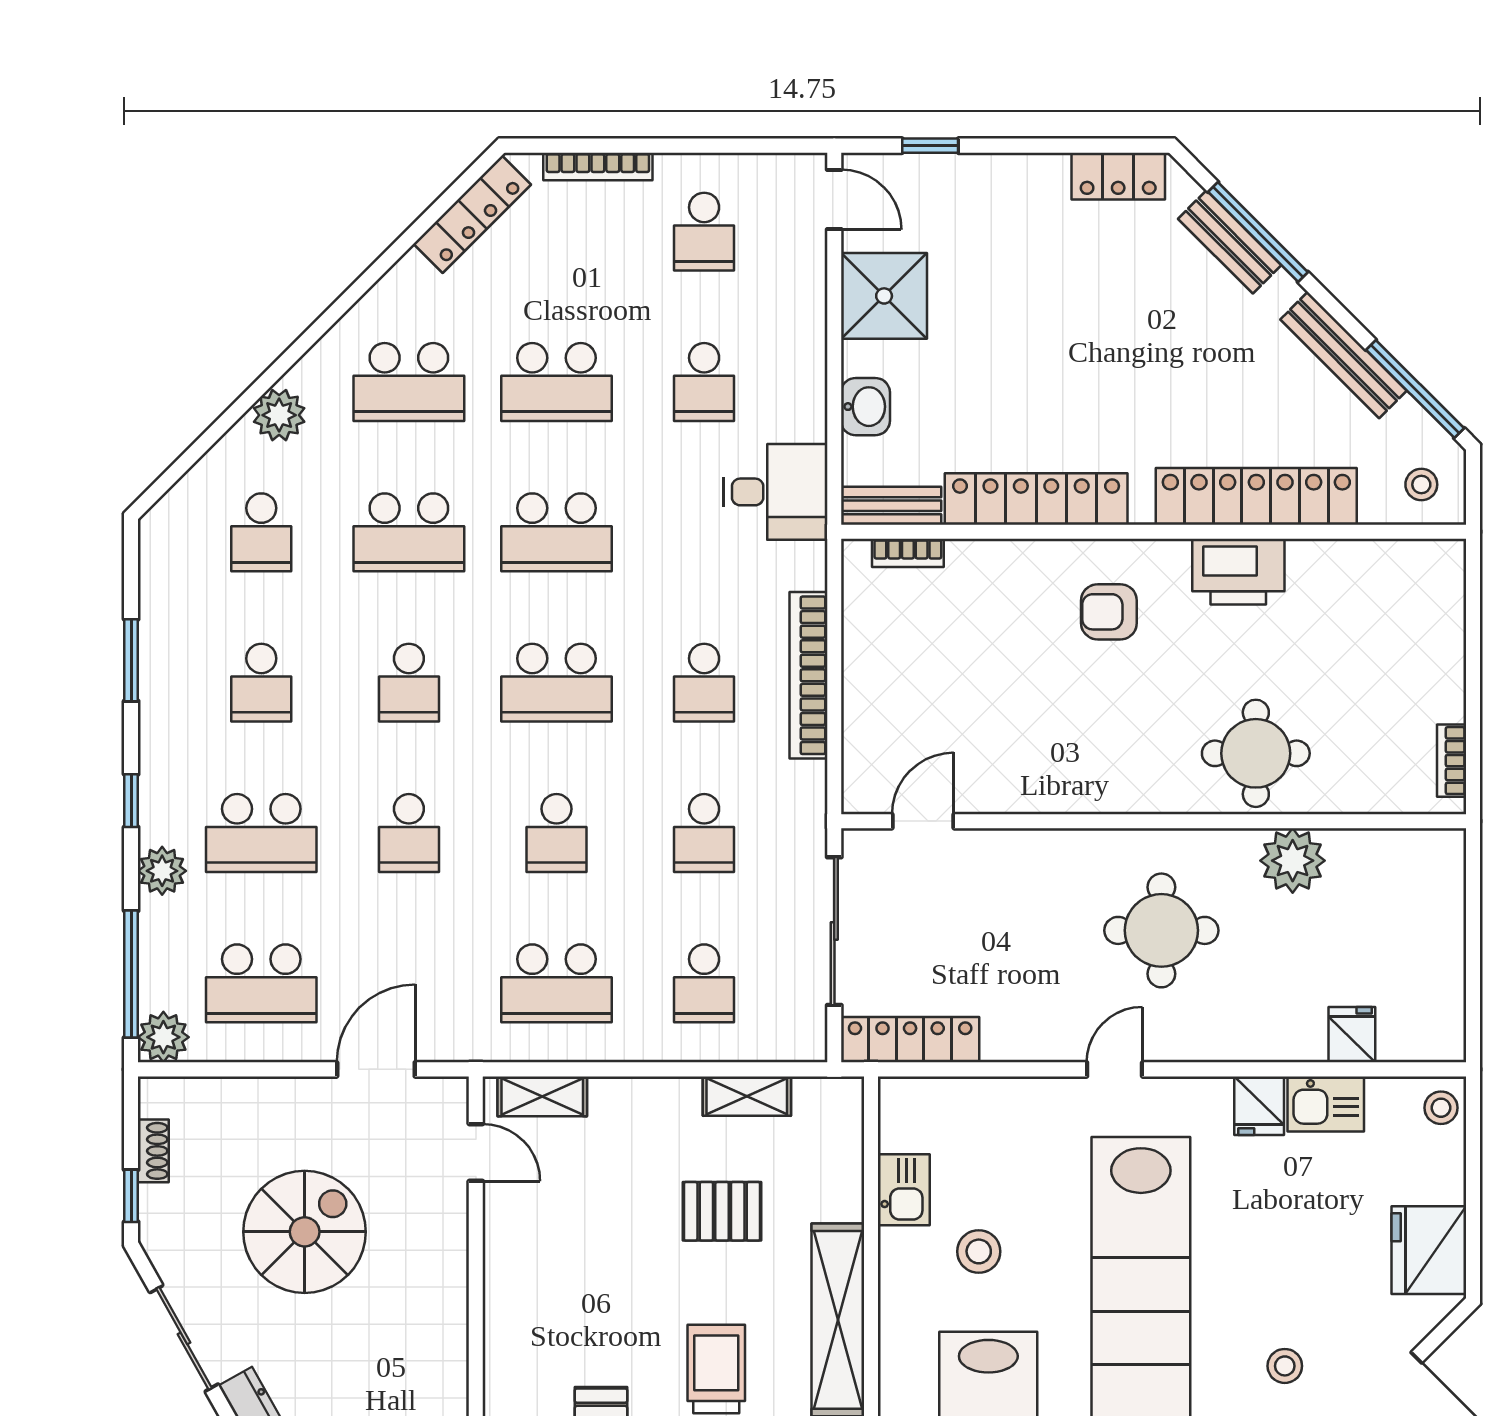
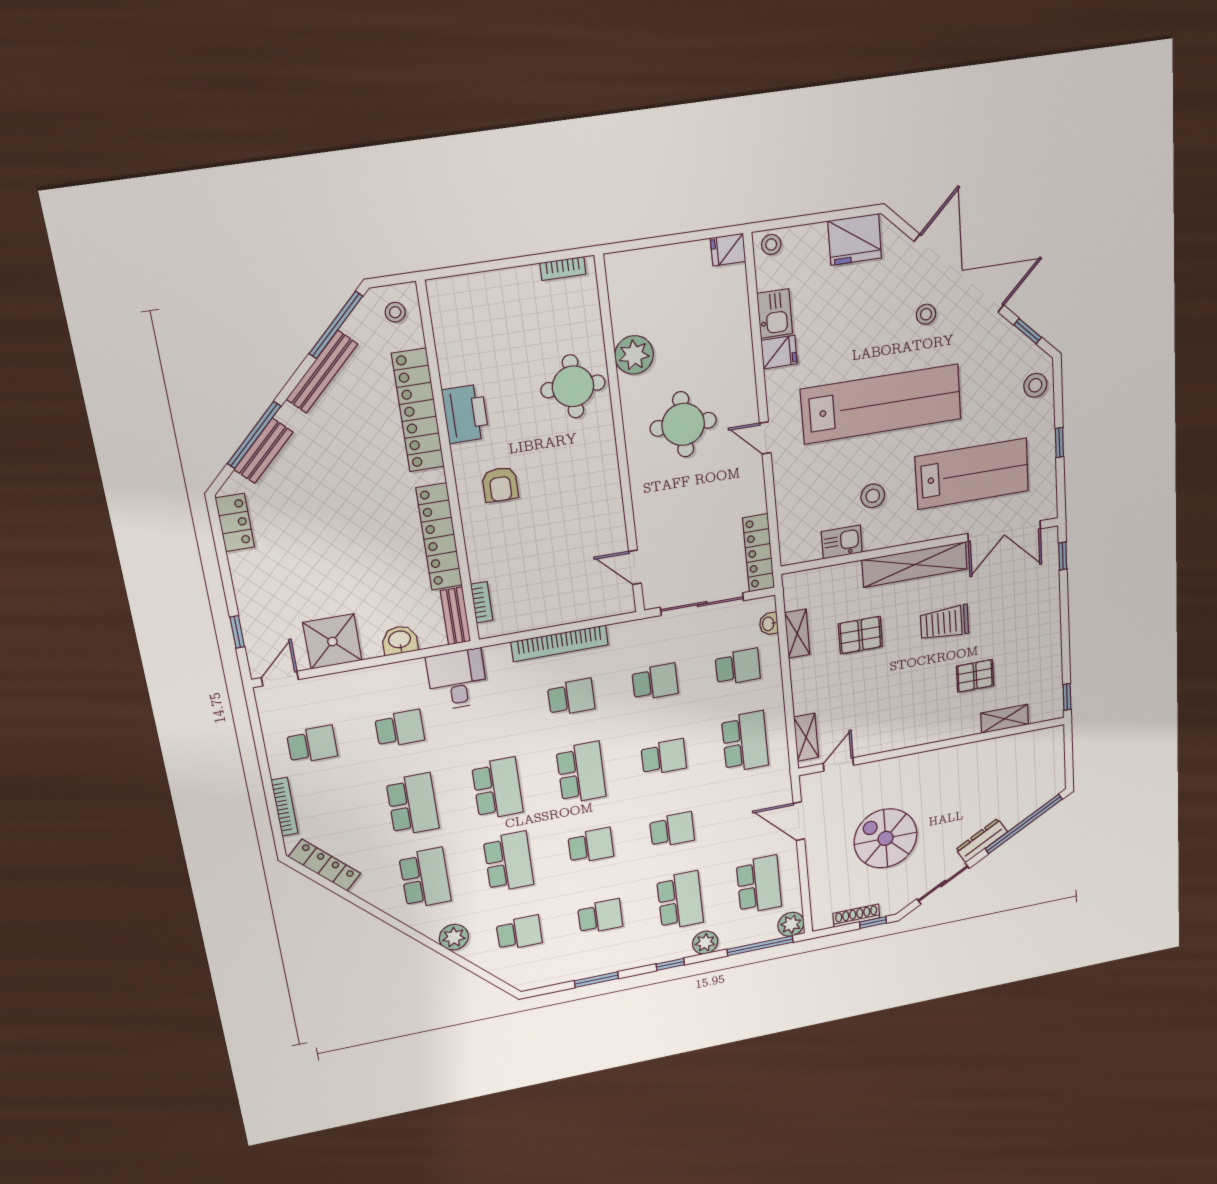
fridge: (1352, 1035) -> (728, 250), moved
washbasin: (775, 1046) -> (769, 624), added
shoe rack: (153, 1151) -> (856, 916), width x1.43
pallet: (722, 1211) -> (860, 635), turned 90

